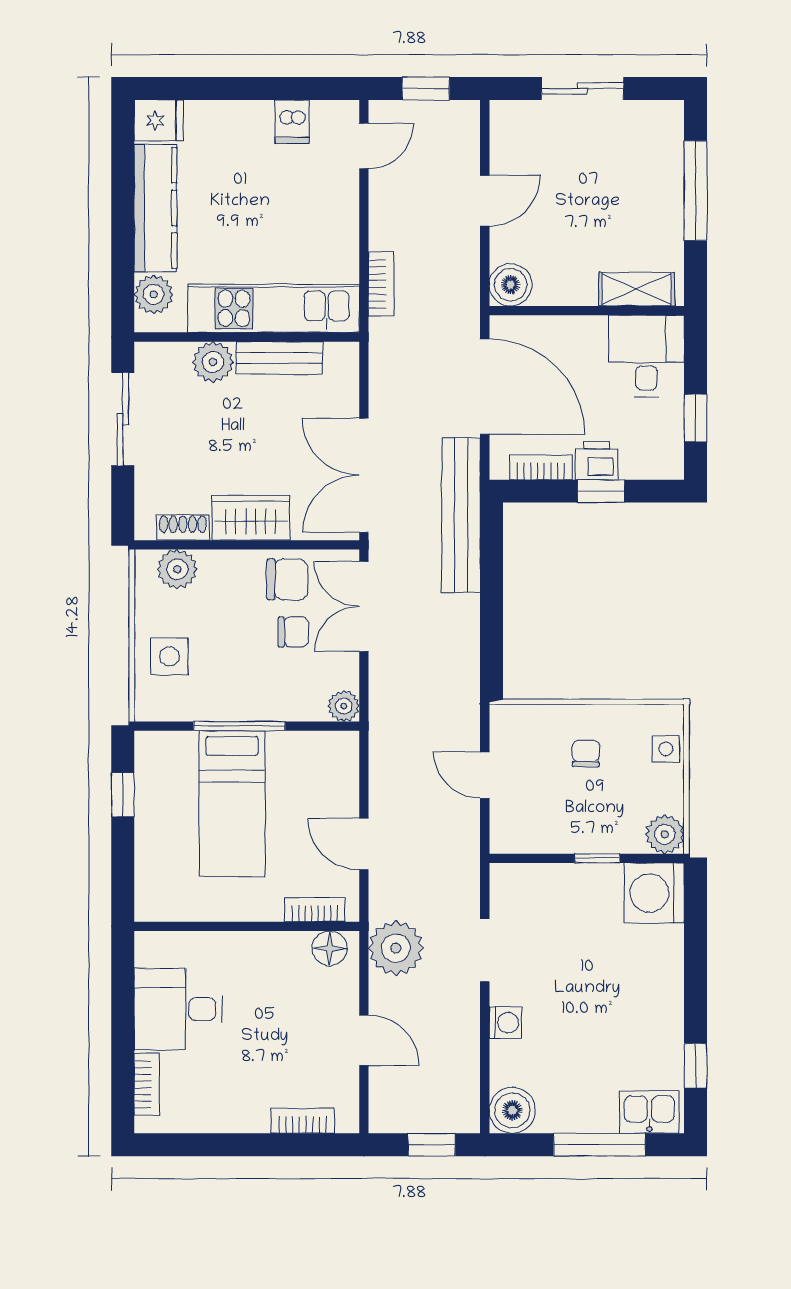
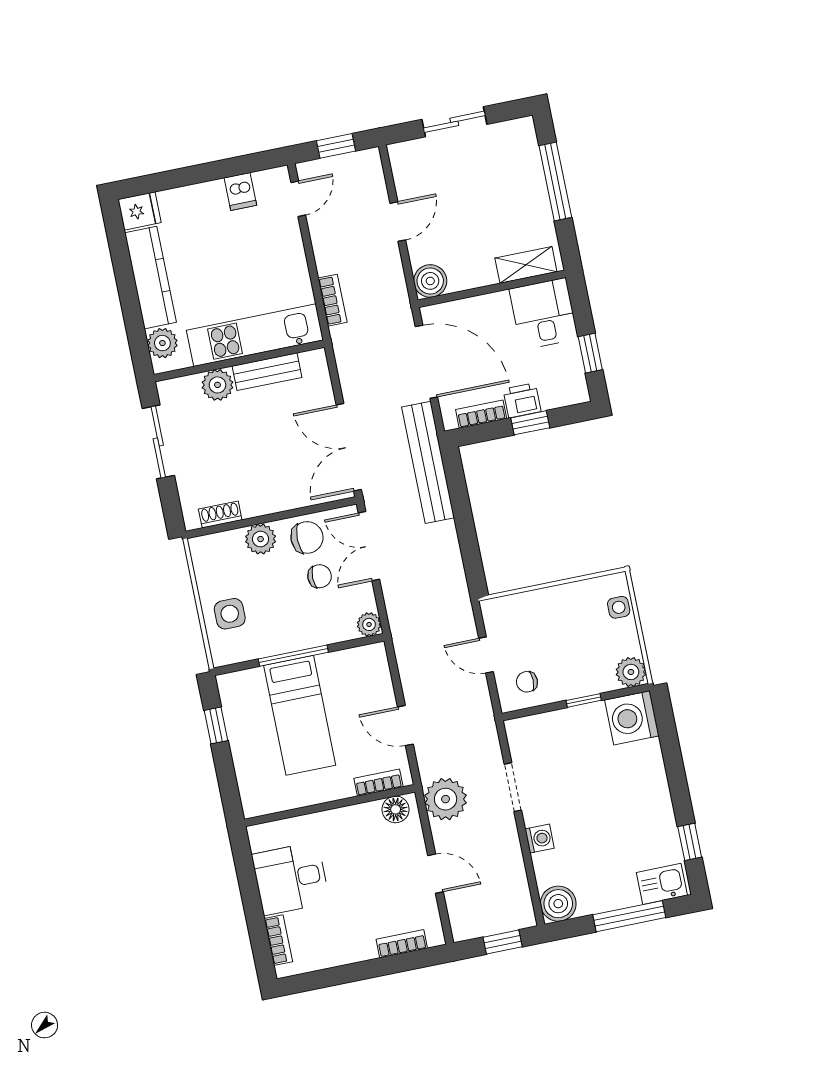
wardrobe: (251, 518) -> (270, 497), removed
plant: (177, 569) -> (261, 539), moved
chair: (586, 753) -> (527, 682), moved, turned -90

